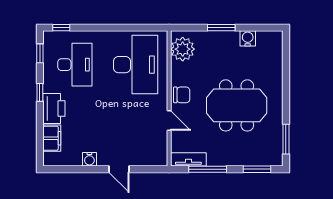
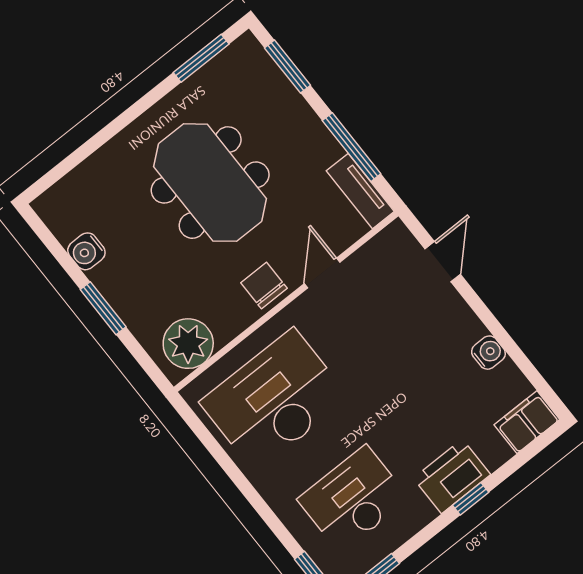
window: (40, 92) -> (471, 499), moved
filing cabinet: (52, 138) -> (527, 422), moved
door: (119, 169) -> (443, 262), moved

